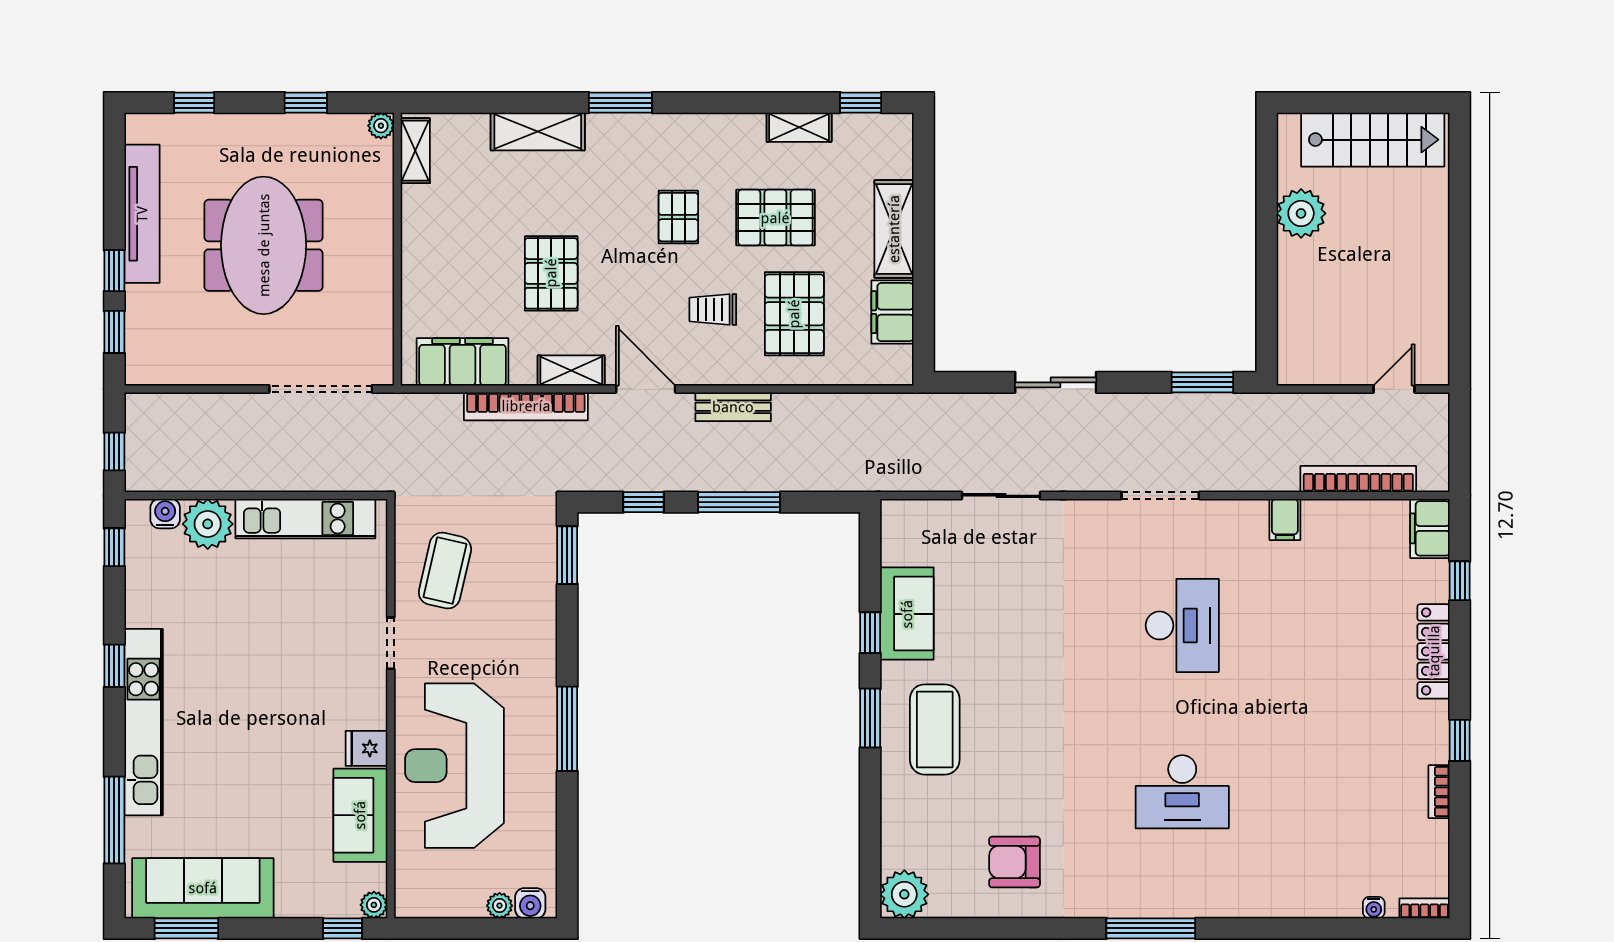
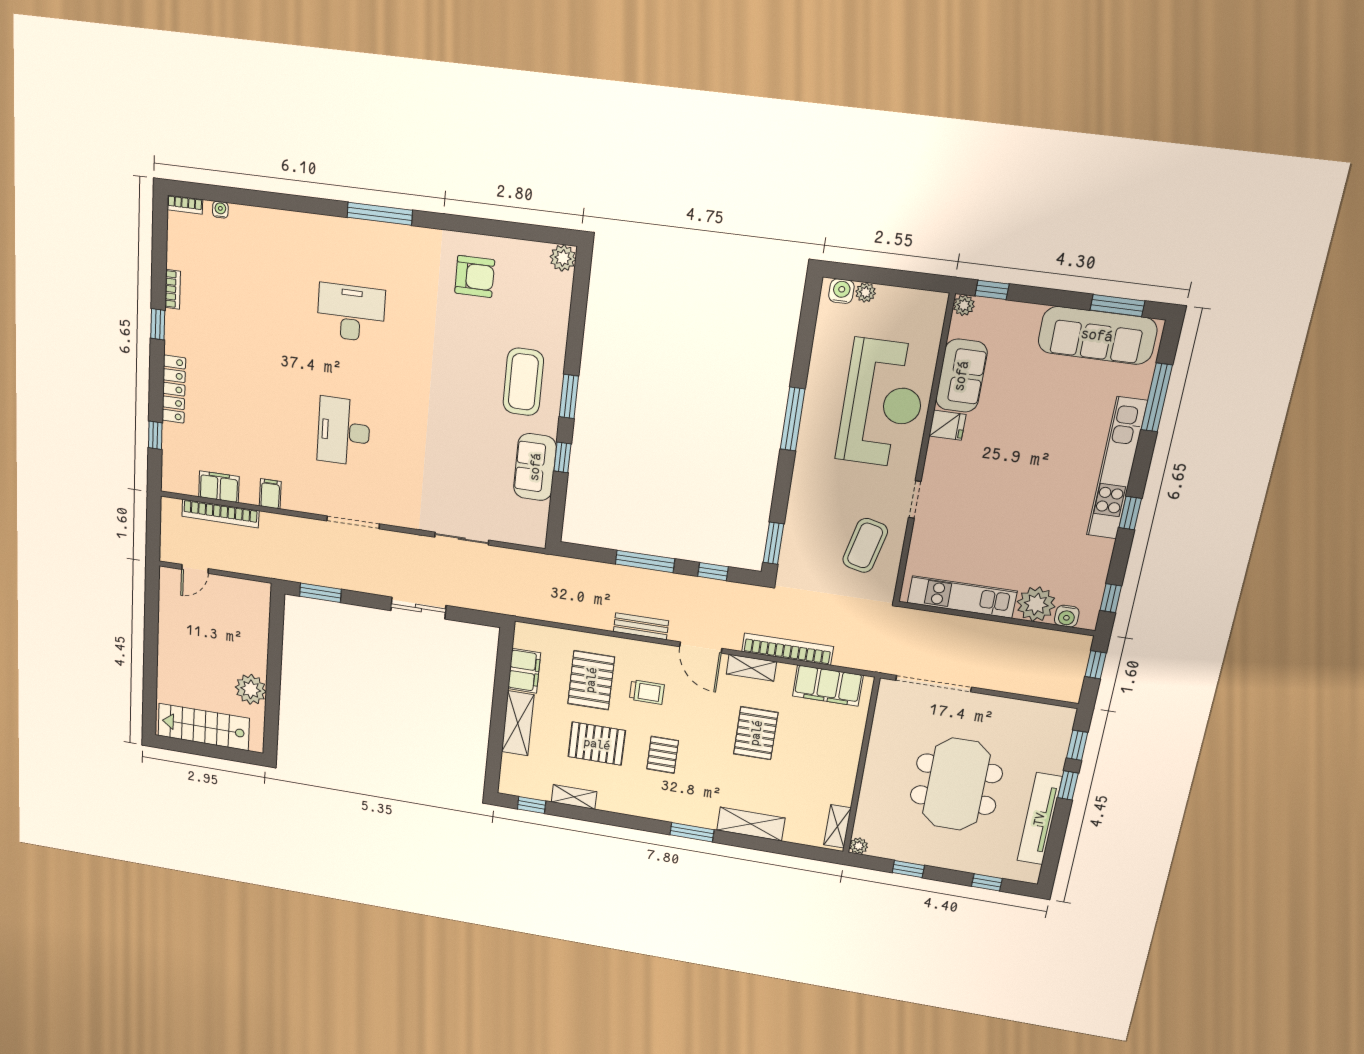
filing cabinet: (1430, 528) -> (219, 487), moved, turned -90
plant: (904, 894) -> (563, 258), width x0.73, depth x0.73

